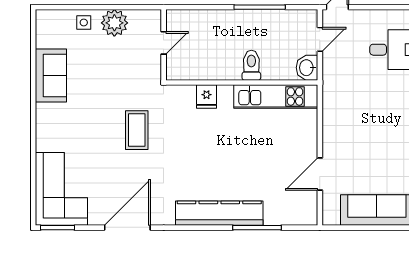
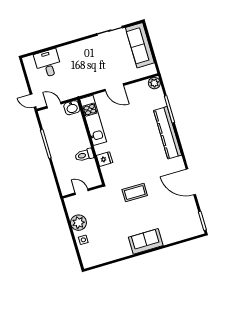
toilet: (251, 65) -> (84, 155), moved
sofa: (51, 76) -> (146, 241), moved
door: (320, 174) -> (114, 87), moved
corner sofa: (61, 189) -> (180, 225), removed
plant: (308, 215) -> (154, 83), added

